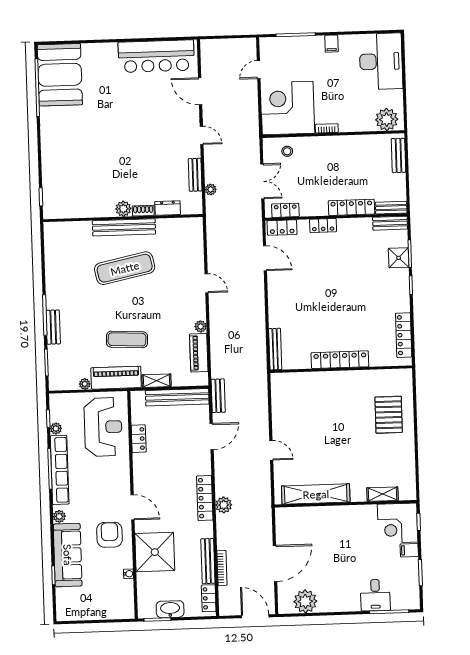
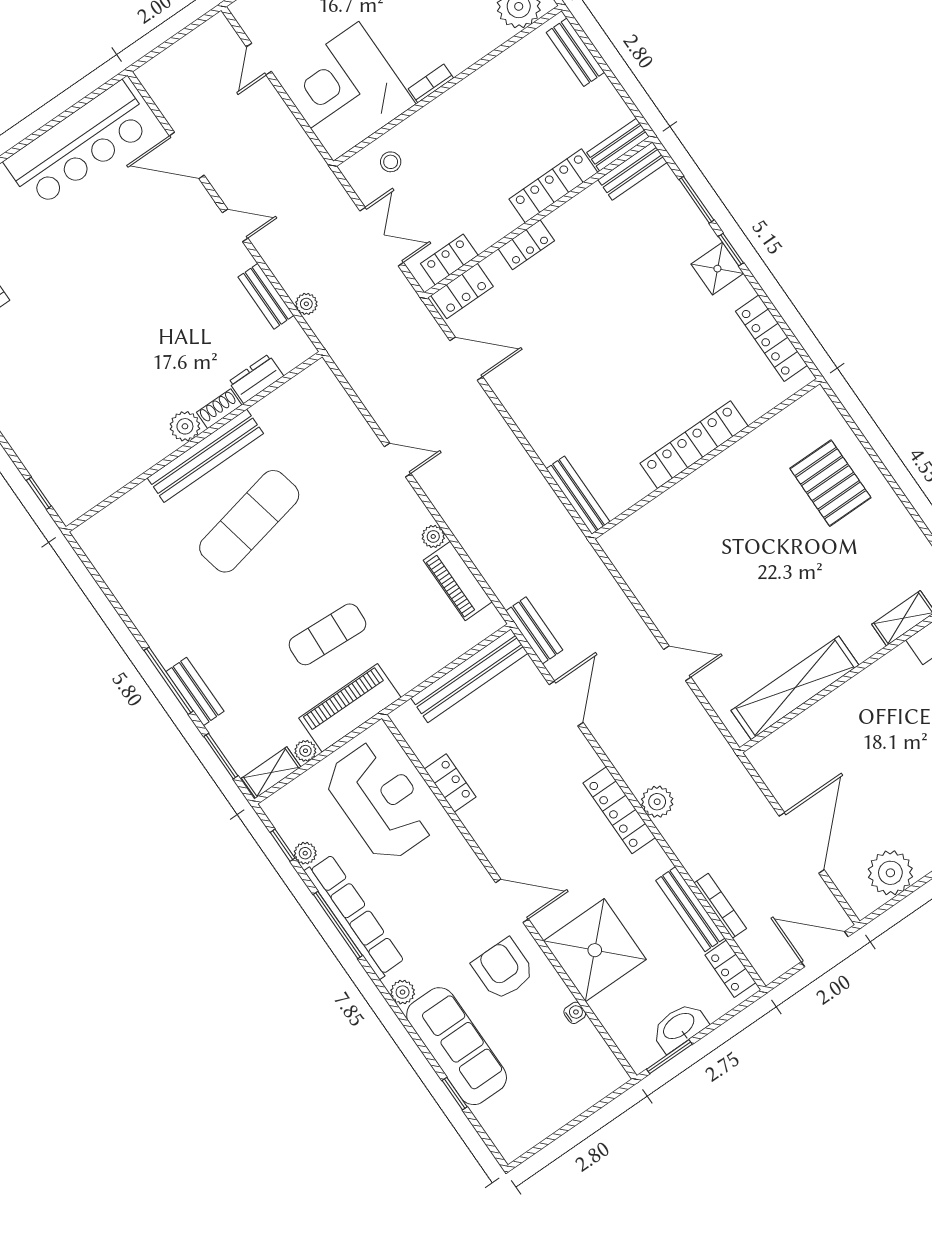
shower: (399, 258) -> (717, 269), moved
shelving: (157, 381) -> (271, 773), moved

